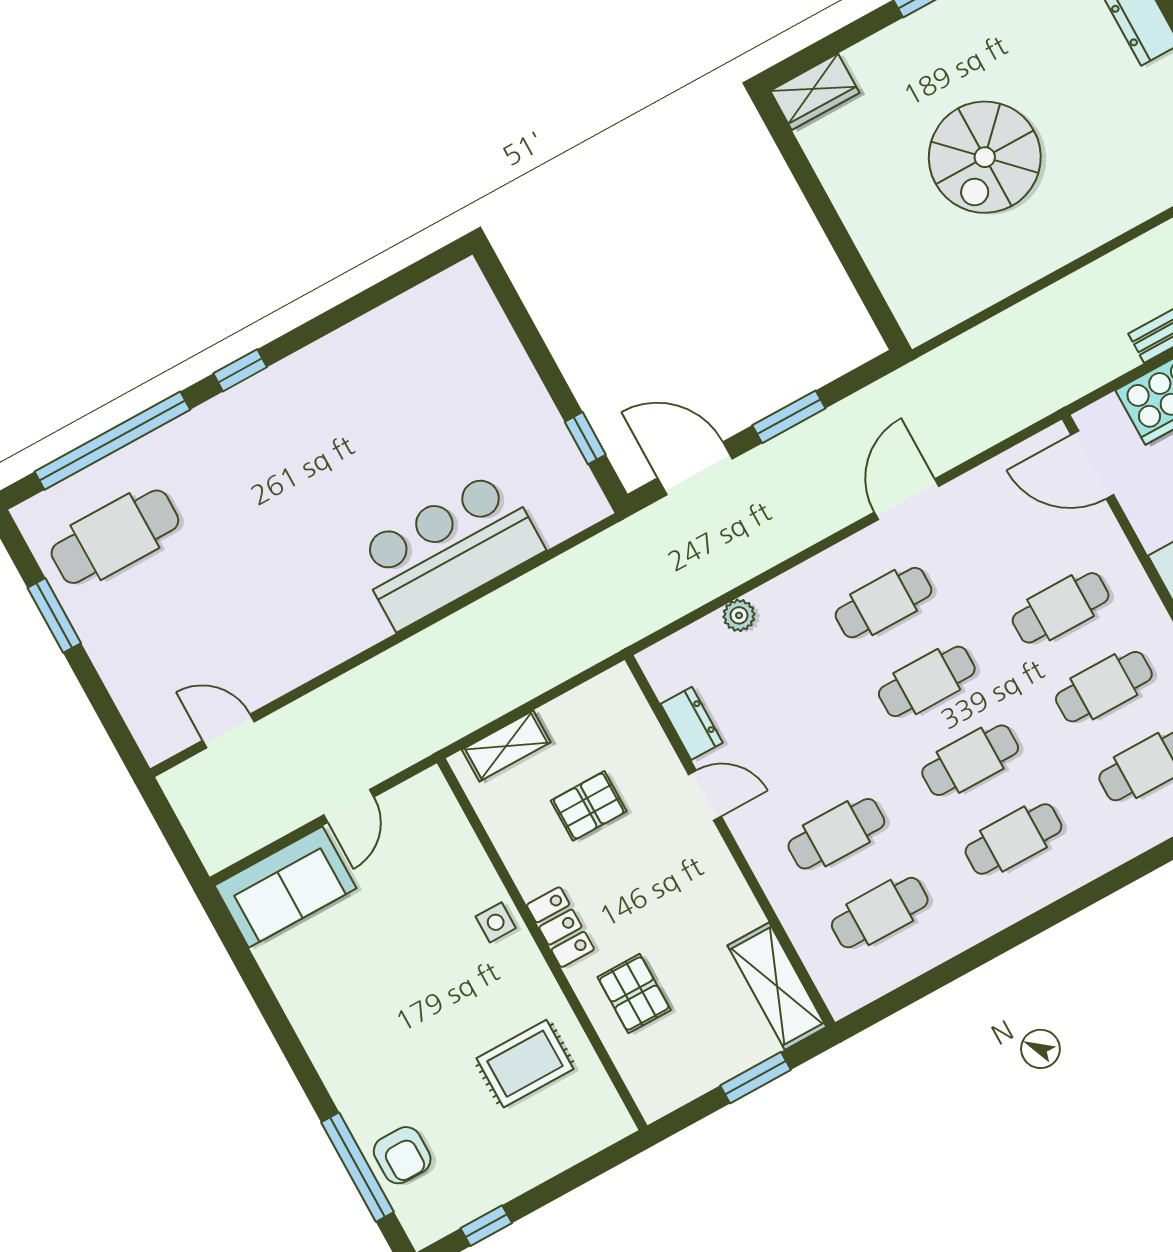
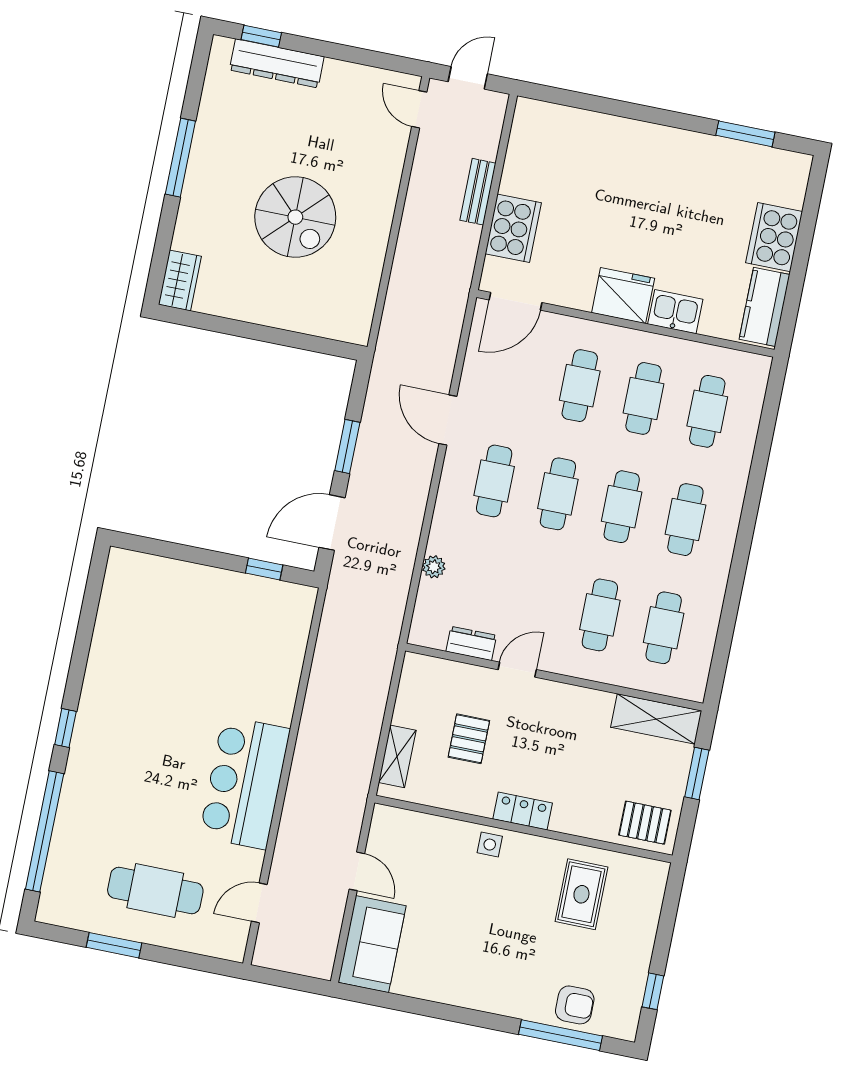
cafe table: (115, 537) -> (155, 891), moved, turned 90
bar counter: (449, 550) -> (245, 783), moved
pallet: (634, 994) -> (645, 823), moved

